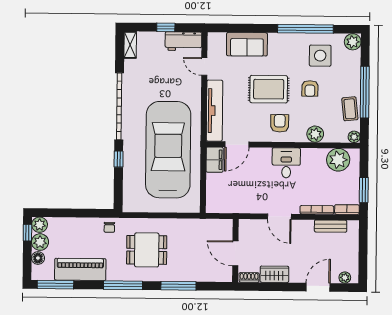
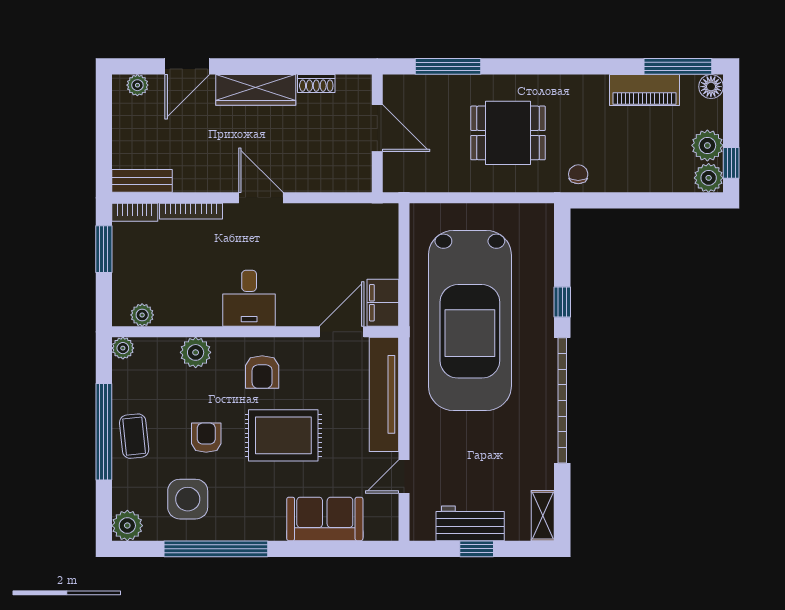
workbench: (183, 41) -> (470, 523), moved
door: (204, 66) -> (404, 477), swing flipped
coffee table: (350, 109) -> (134, 436), moved
plant: (338, 160) -> (142, 315), width x0.53, depth x0.53
bench: (331, 226) -> (142, 181), moved
wall: (235, 251) -> (377, 133), moved
door: (235, 253) -> (377, 128), moved
floor lamp: (38, 258) -> (711, 87), moved
piano: (80, 269) -> (644, 90), width x0.73, depth x0.75
wardrobe: (274, 274) -> (256, 90), width x1.50
window: (123, 285) -> (551, 66), removed

